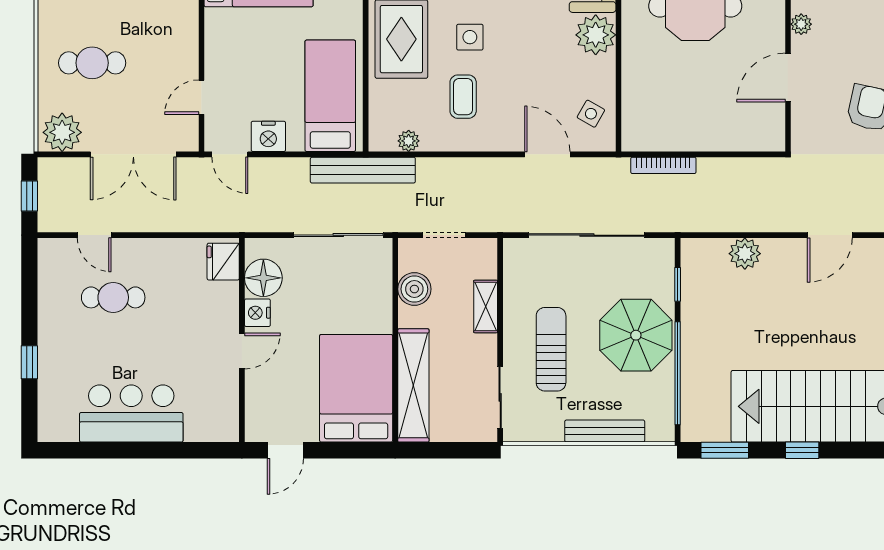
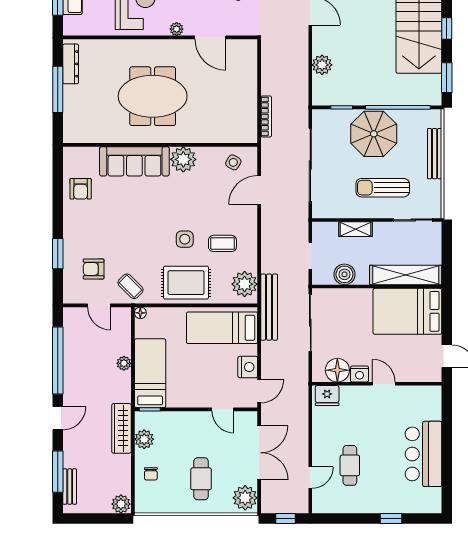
plant: (409, 141) -> (245, 284), width x1.88, depth x1.88

